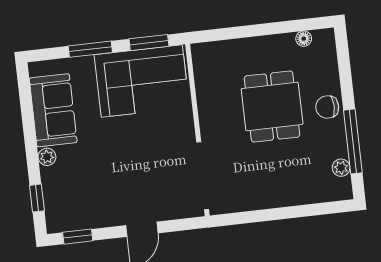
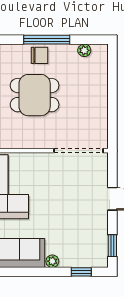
chair: (327, 107) -> (39, 55), turned -90
window: (353, 141) -> (47, 40), moved

